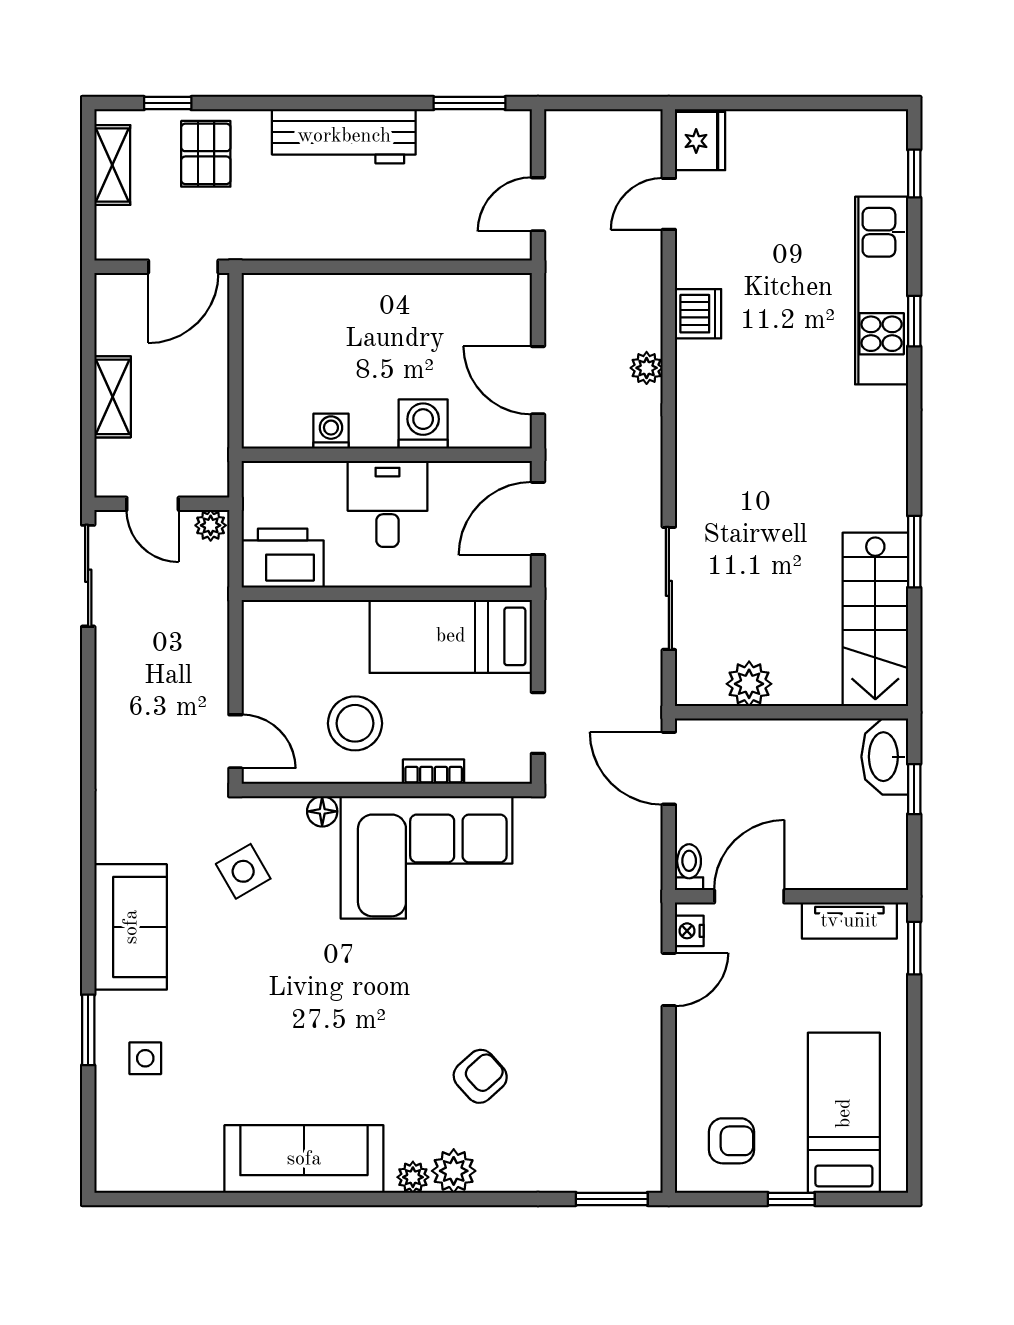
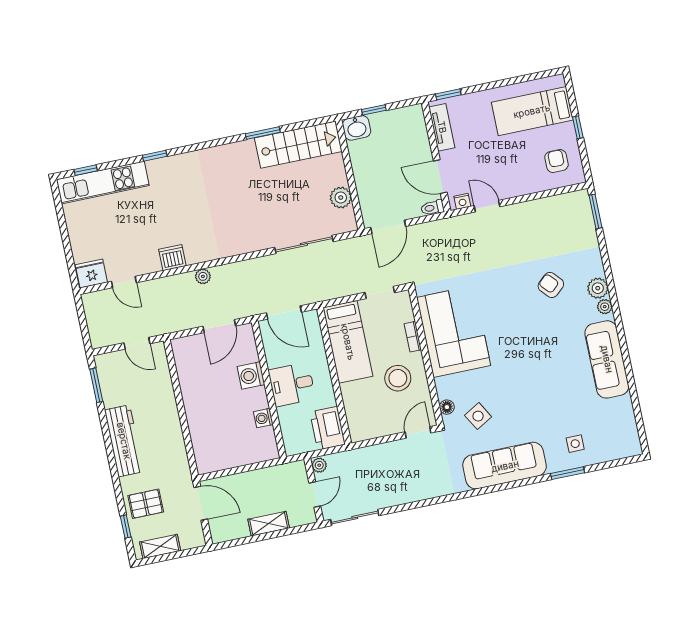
kitchen unit: (882, 291) -> (103, 182), moved
washbasin: (885, 757) -> (357, 128), width x0.72
floor lamp: (322, 811) -> (447, 407), moved
sofa: (131, 927) -> (505, 466), width x1.36

